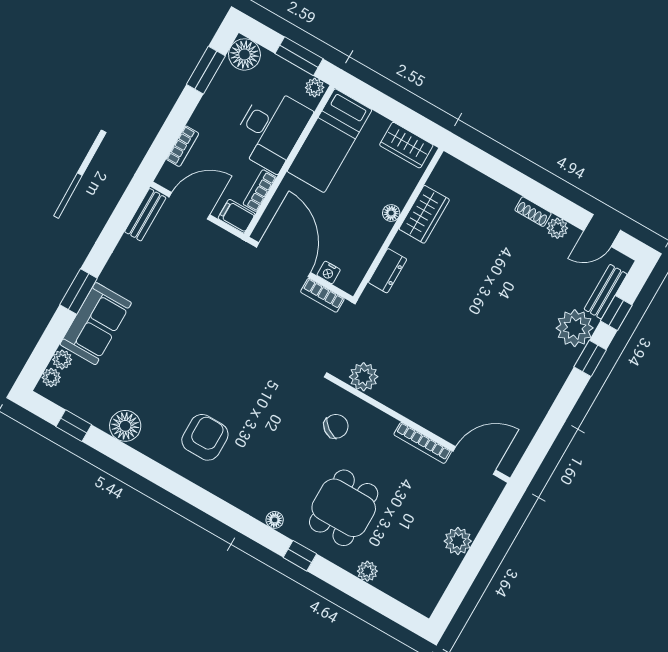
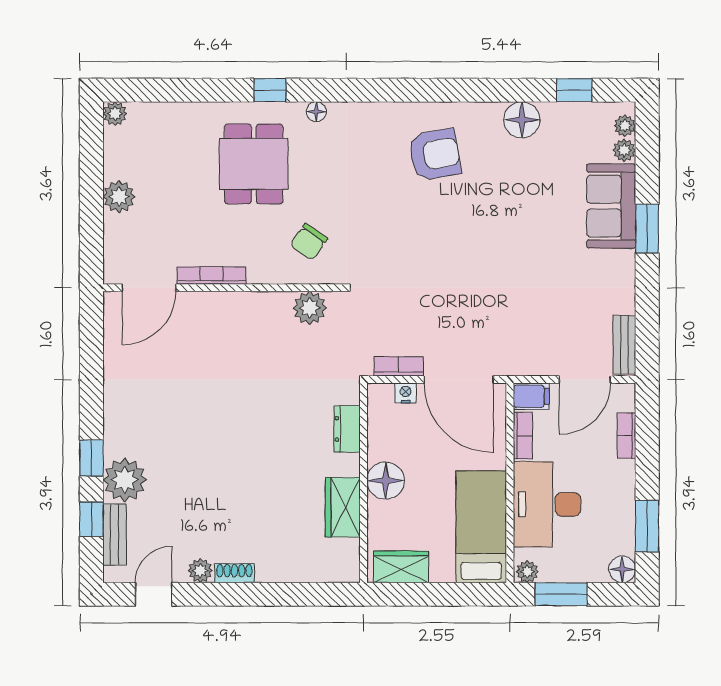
floor lamp: (244, 54) -> (622, 569), width x0.73, depth x0.73
floor lamp: (391, 213) -> (386, 481), width x1.89, depth x1.89
armchair: (205, 437) -> (435, 155), turned -100
plant: (367, 571) -> (115, 114), moved

